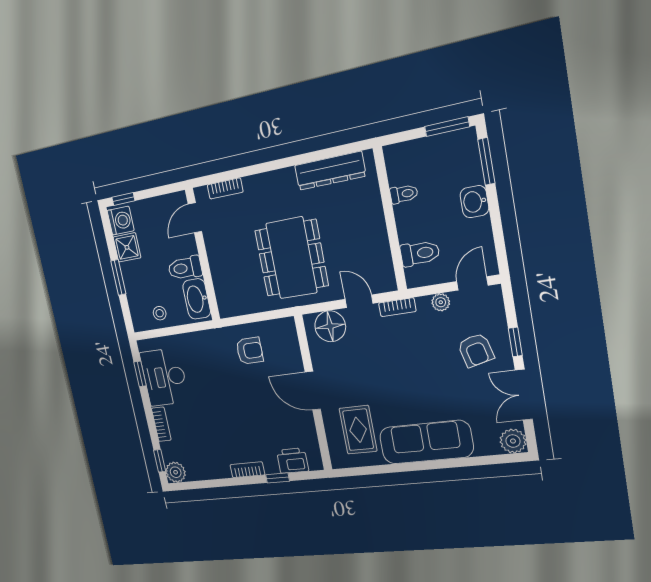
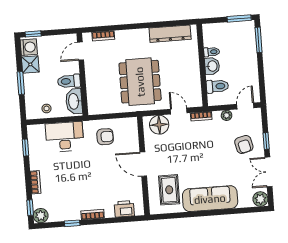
washbasin: (474, 202) -> (212, 66), moved, turned 180
desk: (164, 377) -> (65, 137), moved, turned 90
window: (278, 478) -> (72, 223), moved

